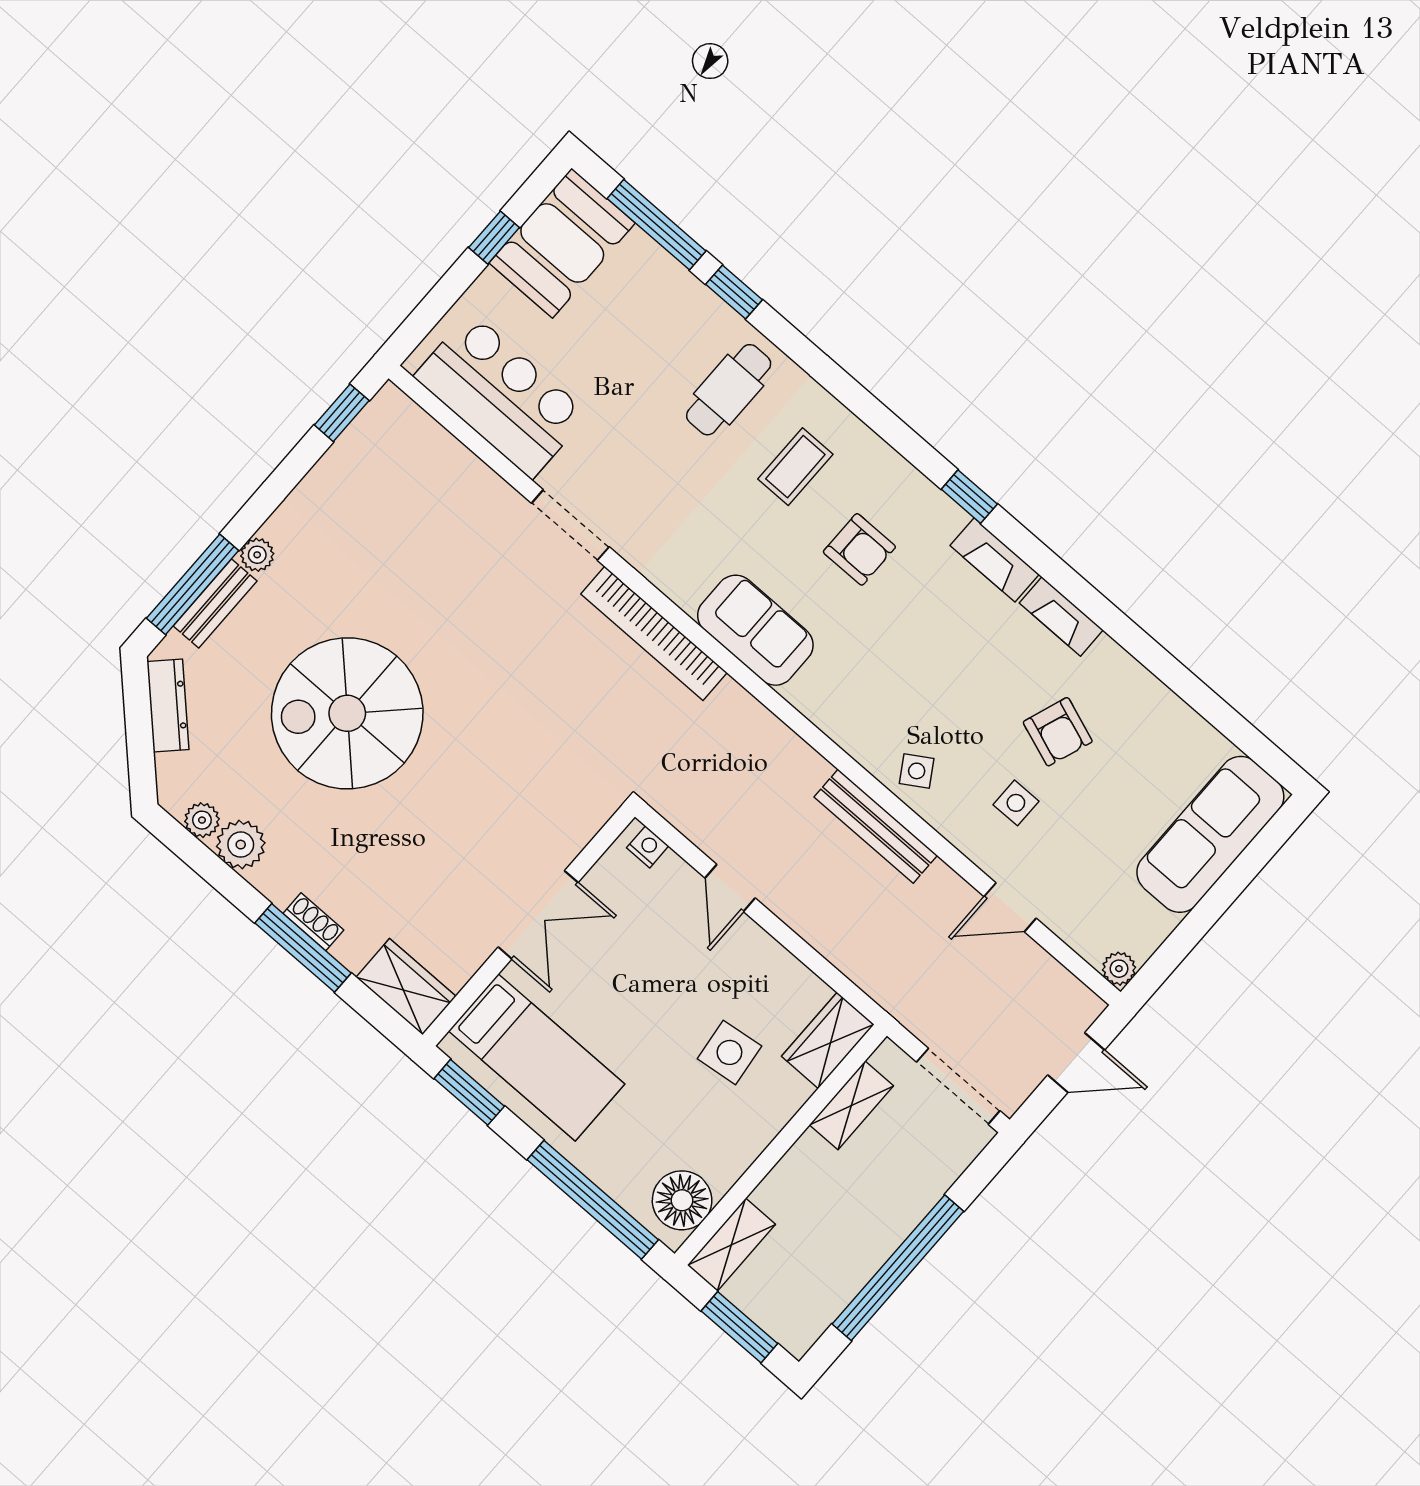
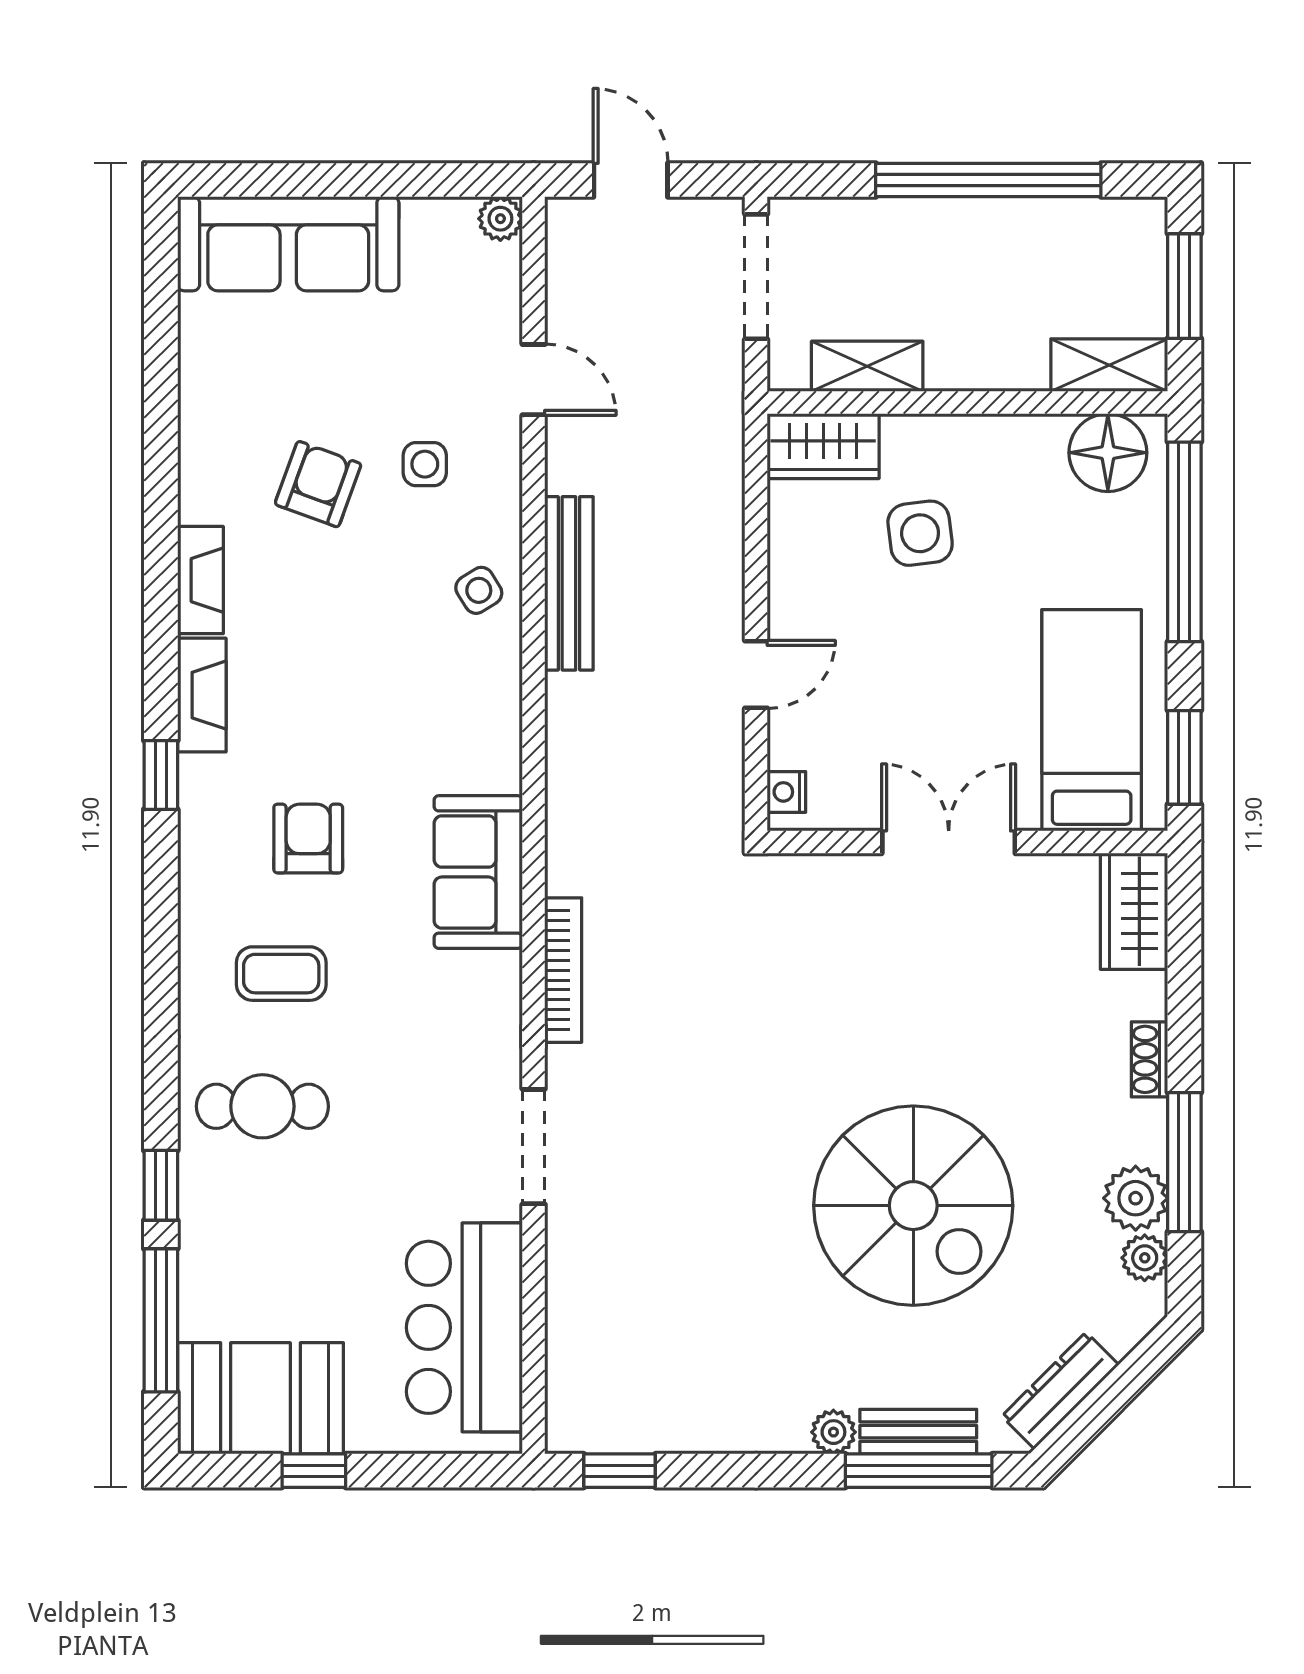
bookcase: (654, 633) -> (563, 970), width x0.68, depth x0.76
window: (303, 948) -> (1184, 1162), moved

